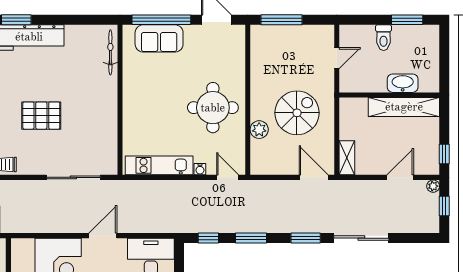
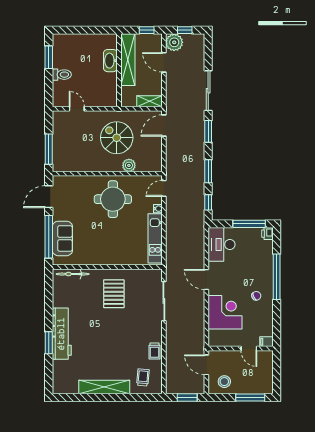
washbasin: (403, 83) -> (110, 61), moved
wall: (389, 95) -> (119, 70), moved
shelving: (404, 107) -> (128, 60), moved
pallet: (41, 116) -> (114, 294), moved
plant: (433, 186) -> (174, 42), width x1.87, depth x1.87

